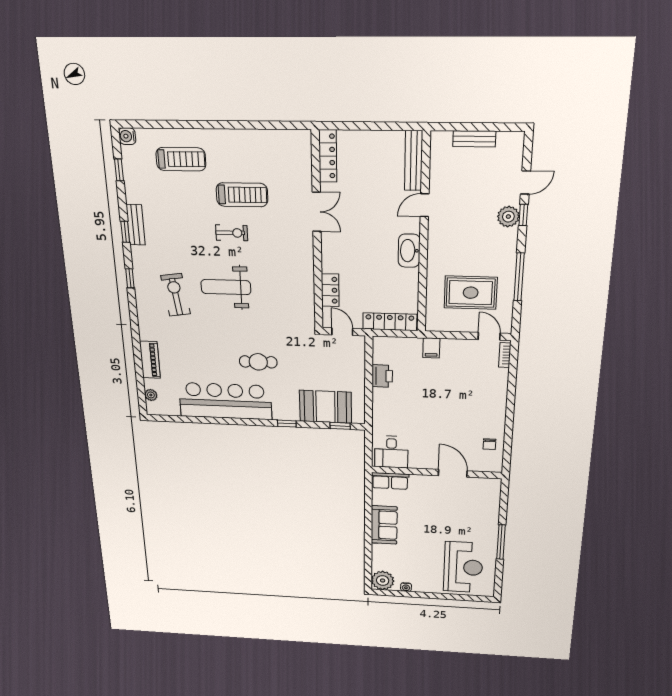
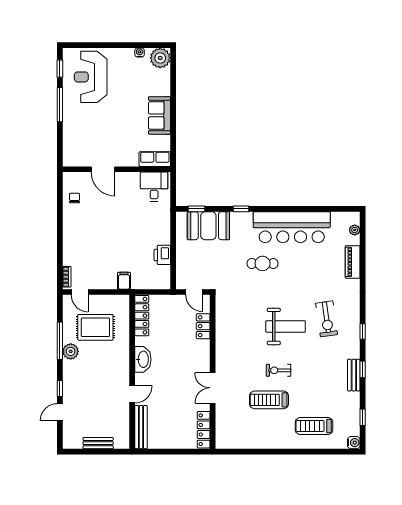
plant: (508, 217) -> (71, 351), moved
locker: (390, 322) -> (142, 316), moved, turned -90
window: (499, 577) -> (60, 69), added

